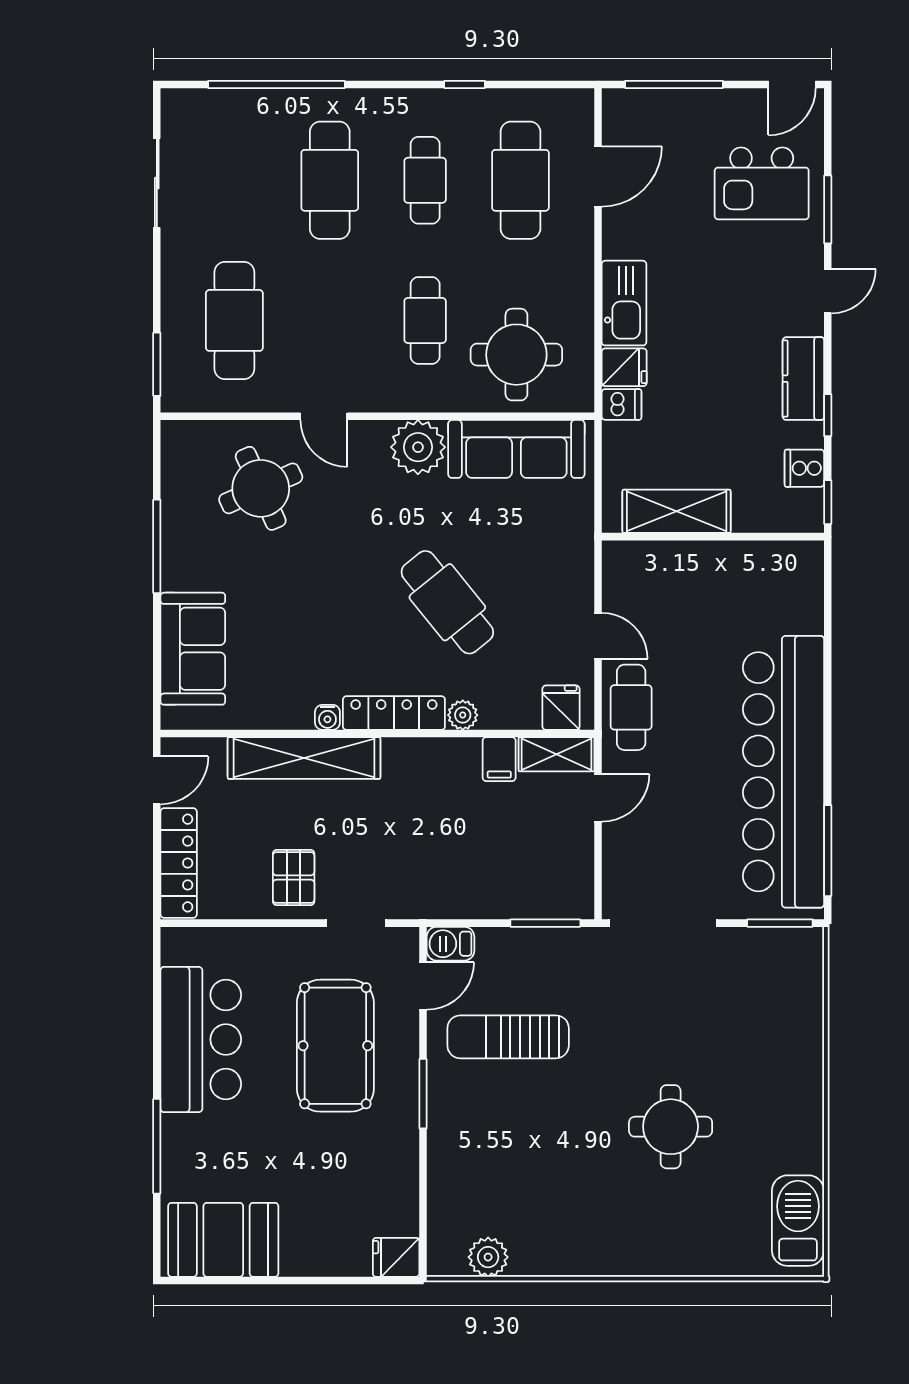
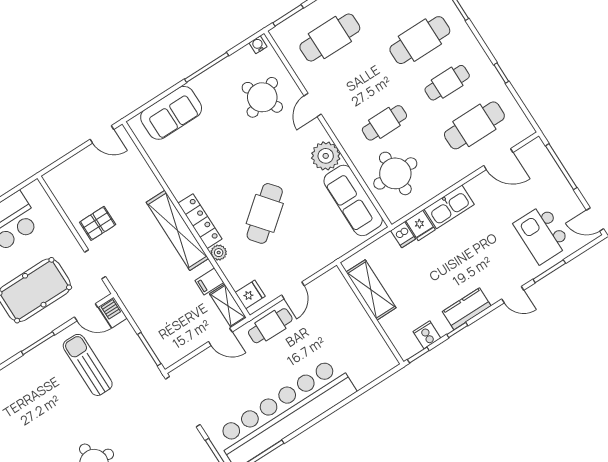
water cooler: (327, 717) -> (258, 45), moved, turned 90
shelving: (304, 758) -> (177, 230), moved
locker: (179, 863) -> (71, 168), removed

